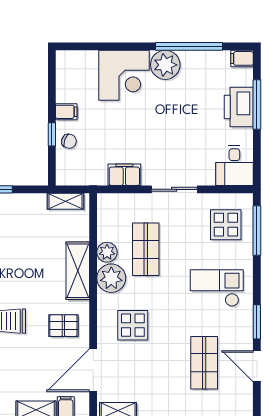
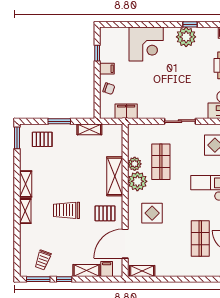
window: (189, 46) -> (190, 24), width x0.32
plant: (165, 65) -> (186, 37), moved
window: (52, 134) -> (97, 53), moved
filing cabinet: (124, 175) -> (126, 111), moved
shelving: (66, 201) -> (89, 129), moved

